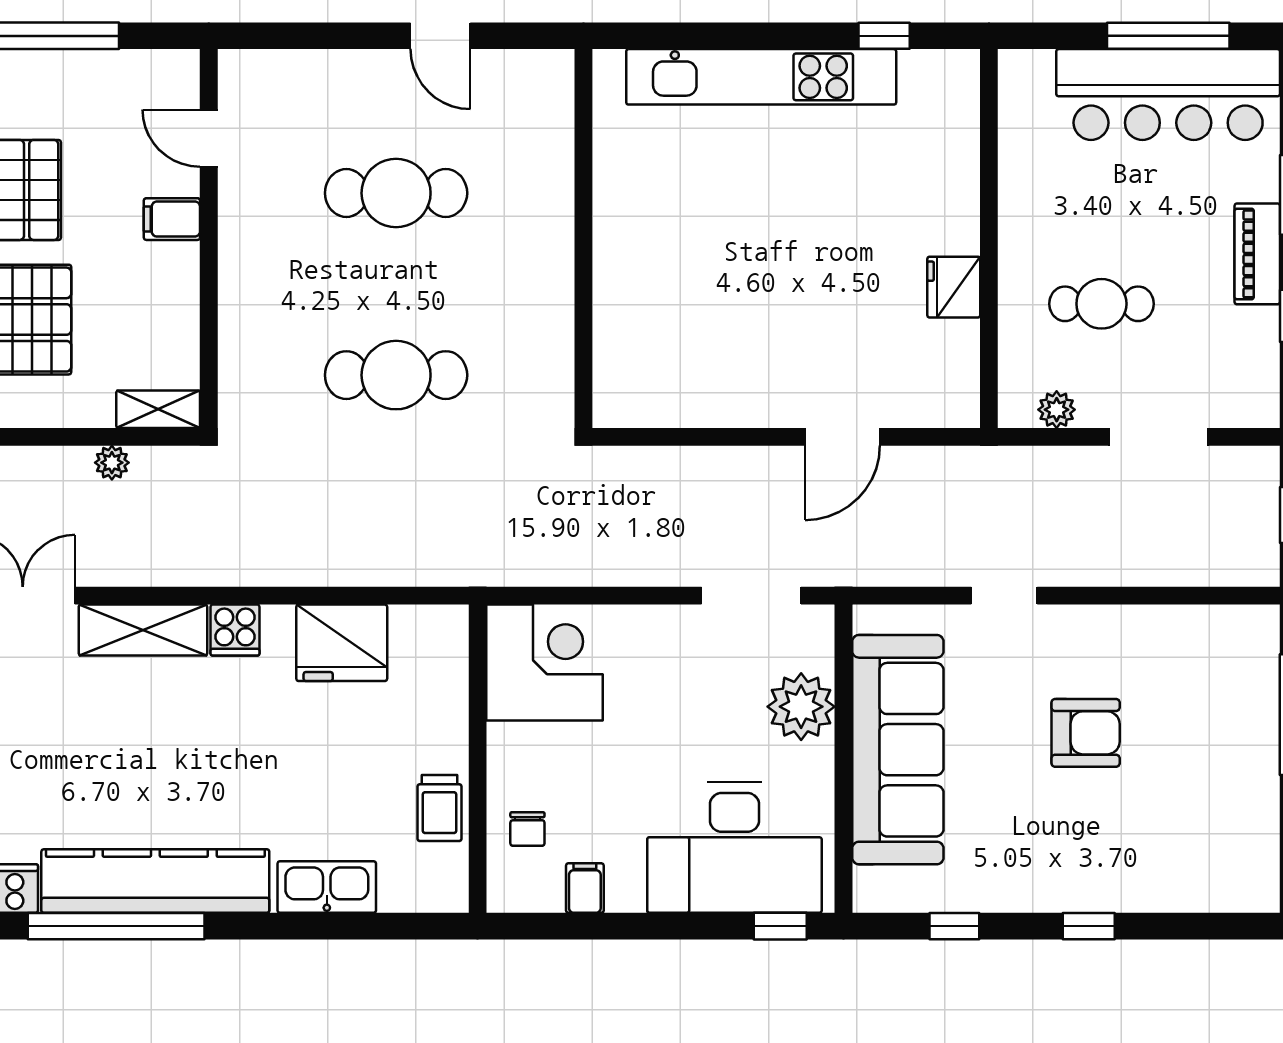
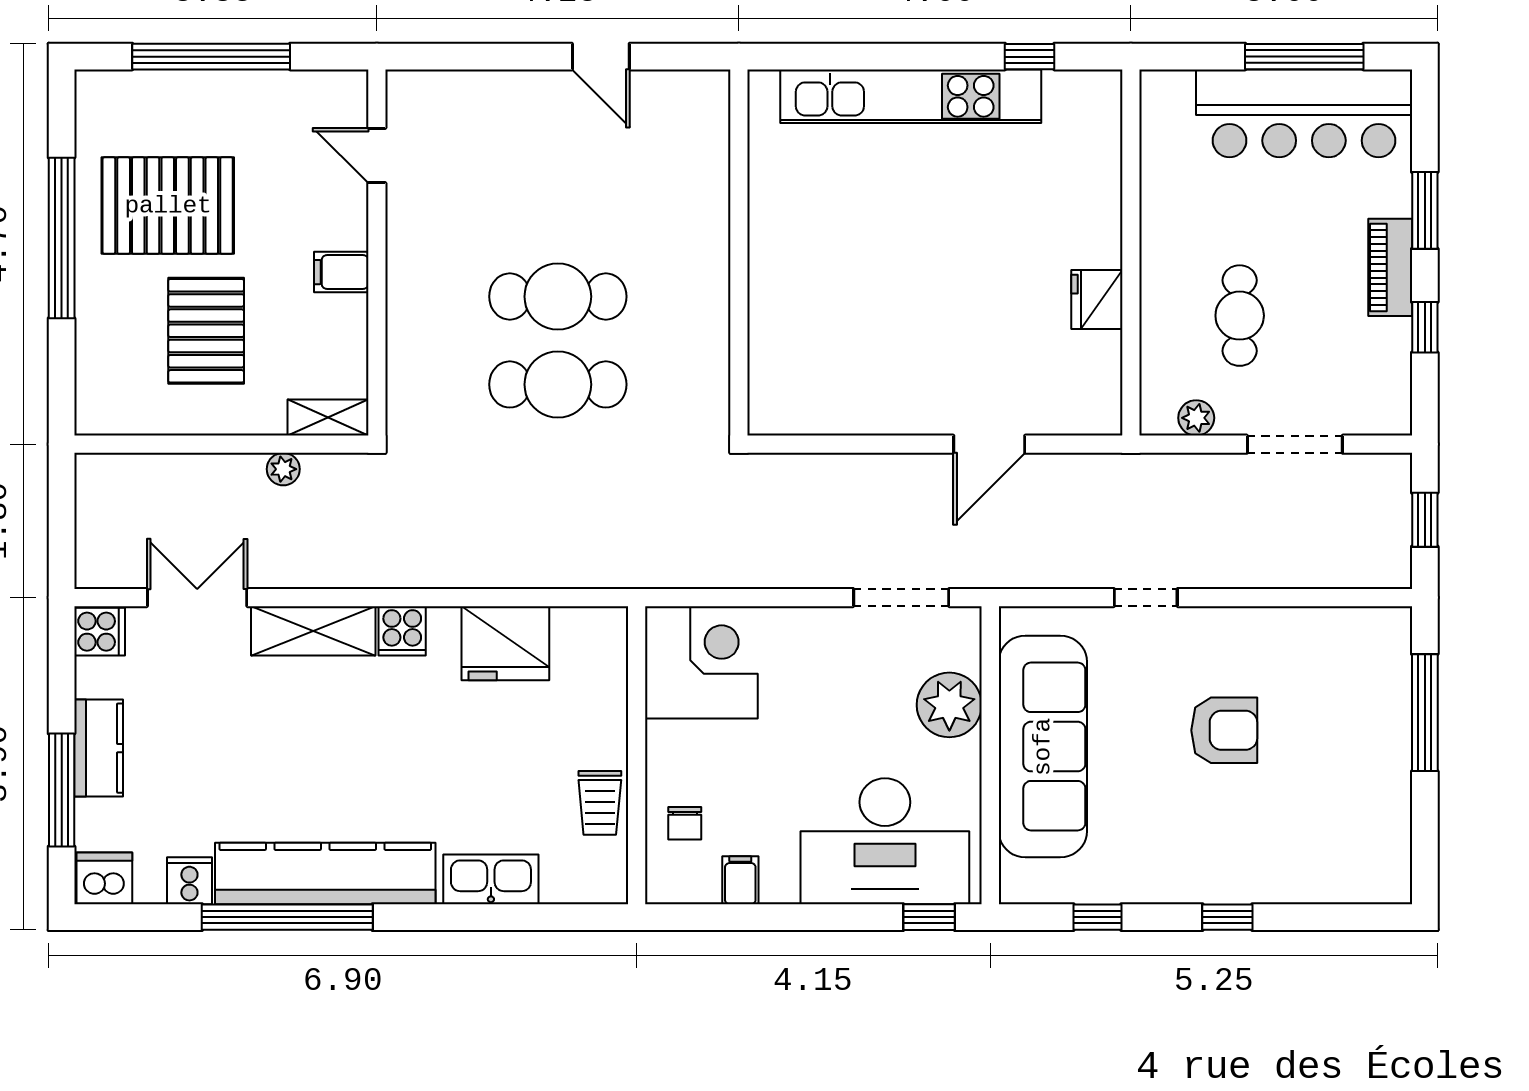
cafe table: (396, 193) -> (558, 297), moved
filing cabinet: (172, 219) -> (341, 272), moved
cafe table: (1101, 304) -> (1240, 316), turned 90

